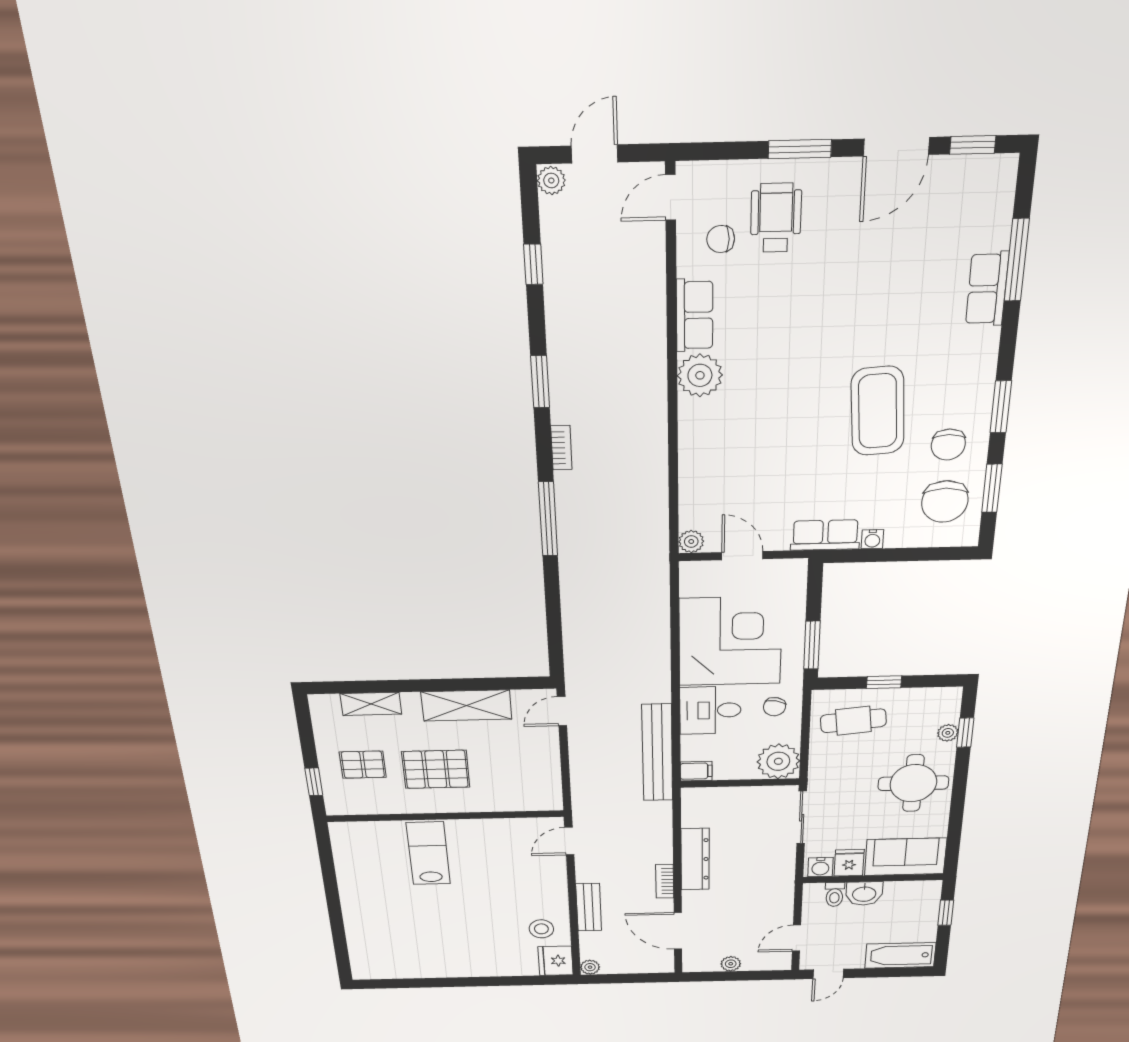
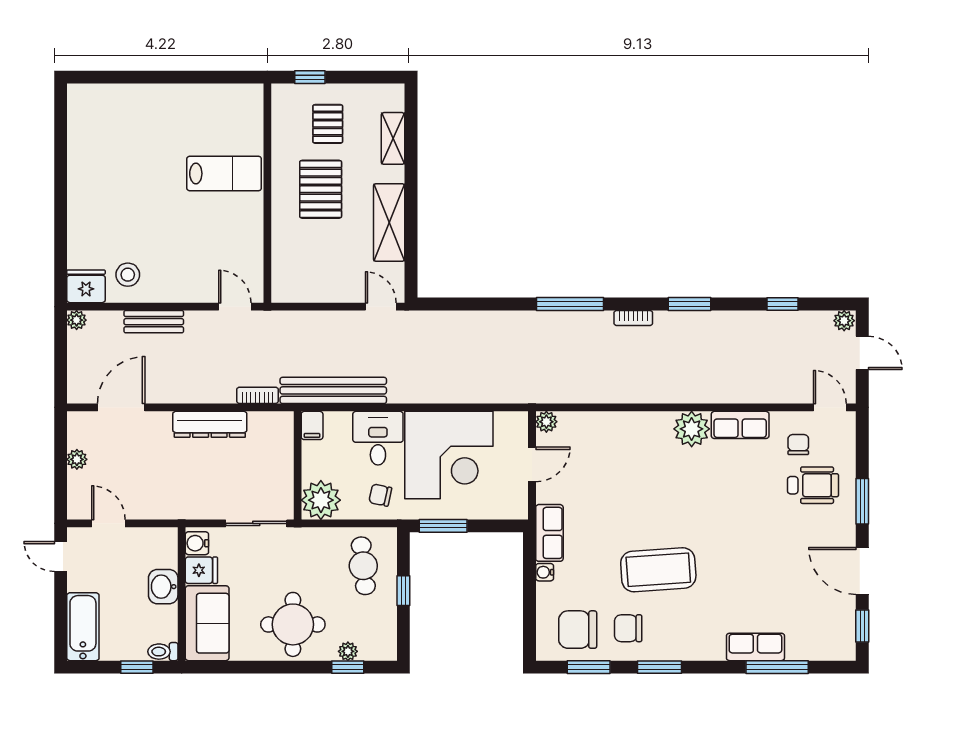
bookcase: (665, 881) -> (257, 395), moved
toilet: (835, 894) -> (163, 652), moved

